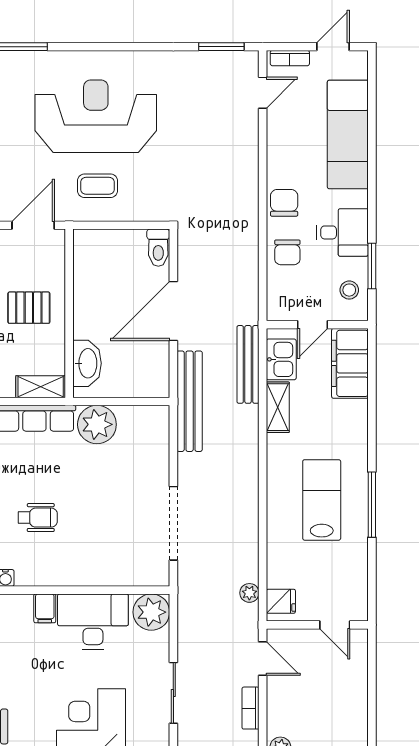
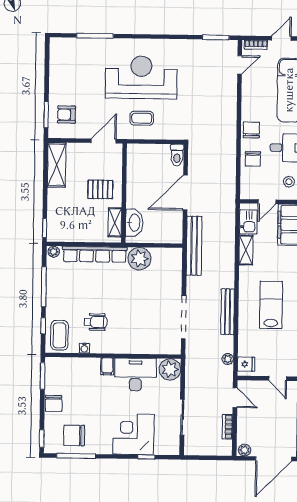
bench: (248, 364) -> (228, 312), moved
shelving: (41, 387) -> (115, 222), moved, turned 90
wheelchair: (38, 518) -> (95, 322), moved

